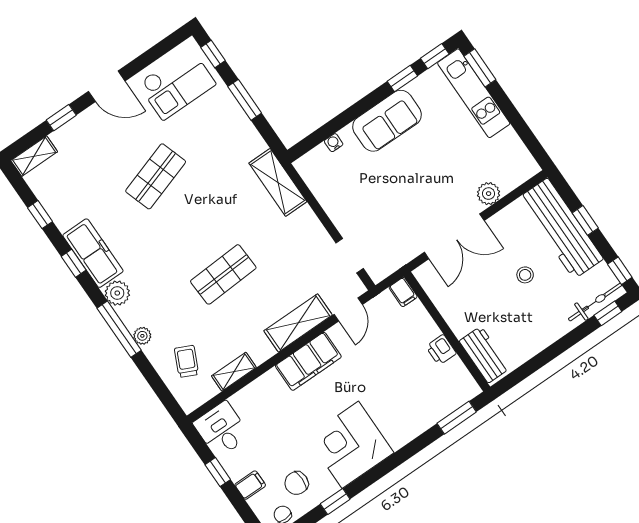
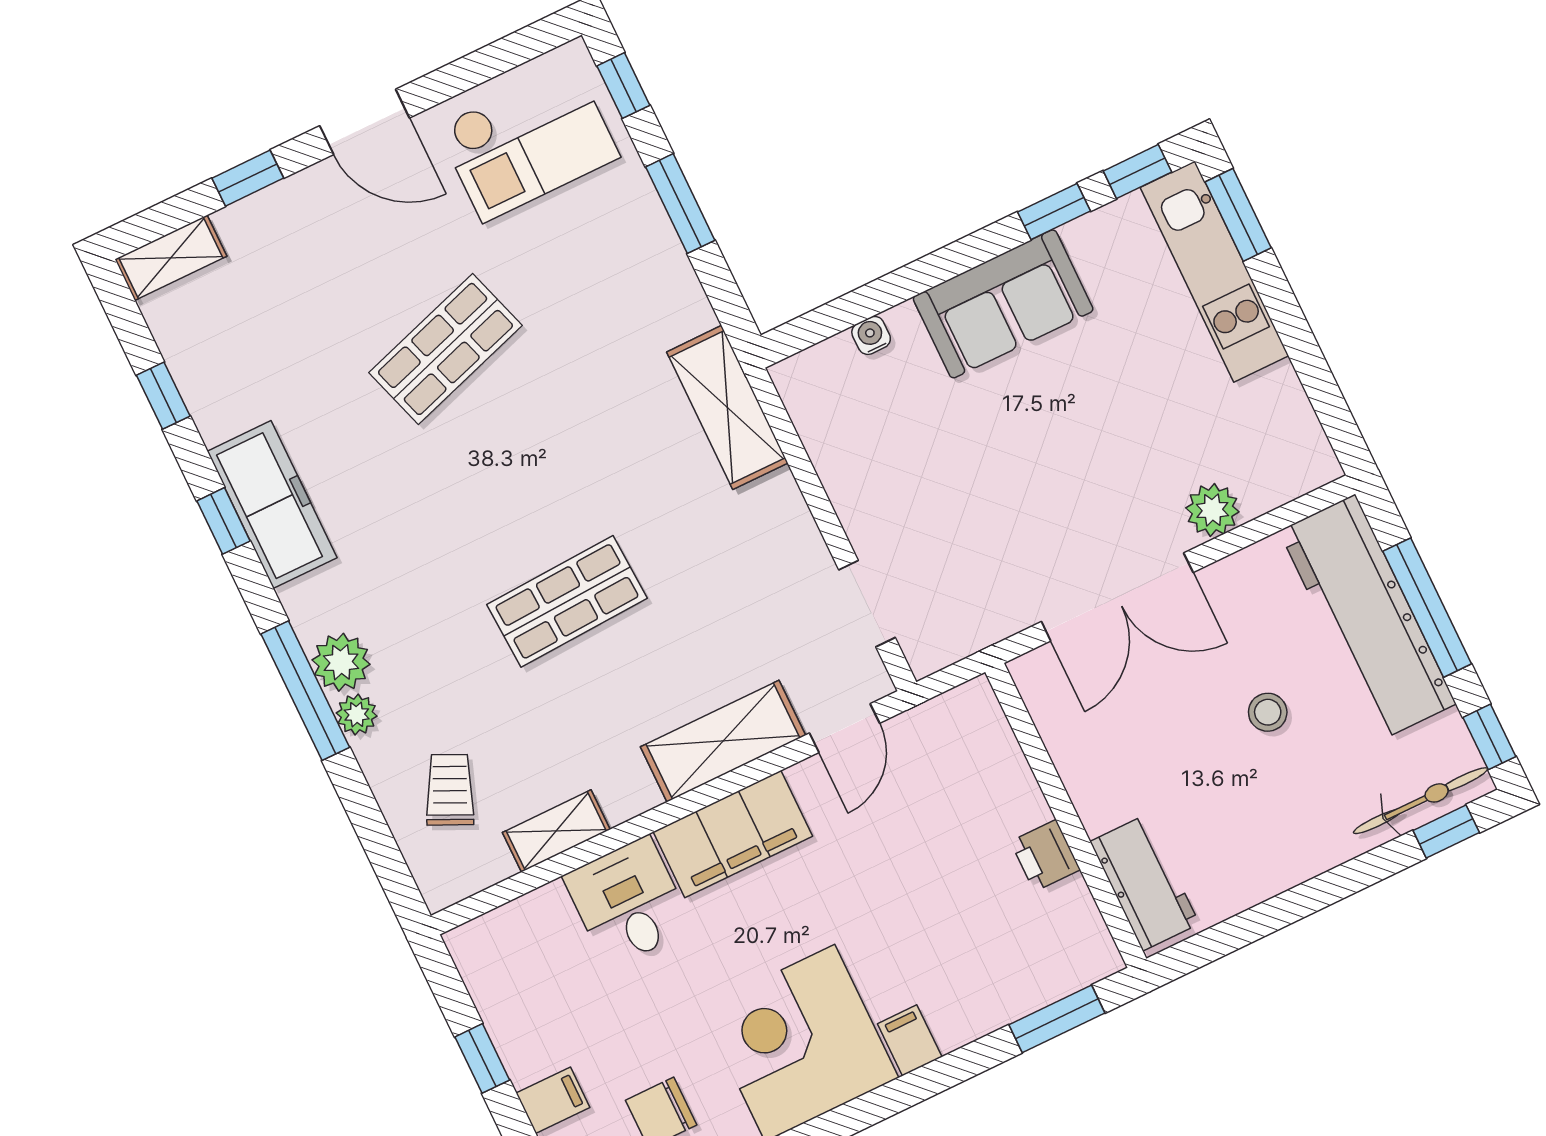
window: (585, 220) -> (1427, 608), width x2.17
filing cabinet: (403, 292) -> (910, 1040), moved, turned 180
plant: (117, 293) -> (341, 662), moved
desk: (222, 429) -> (628, 902), moved

